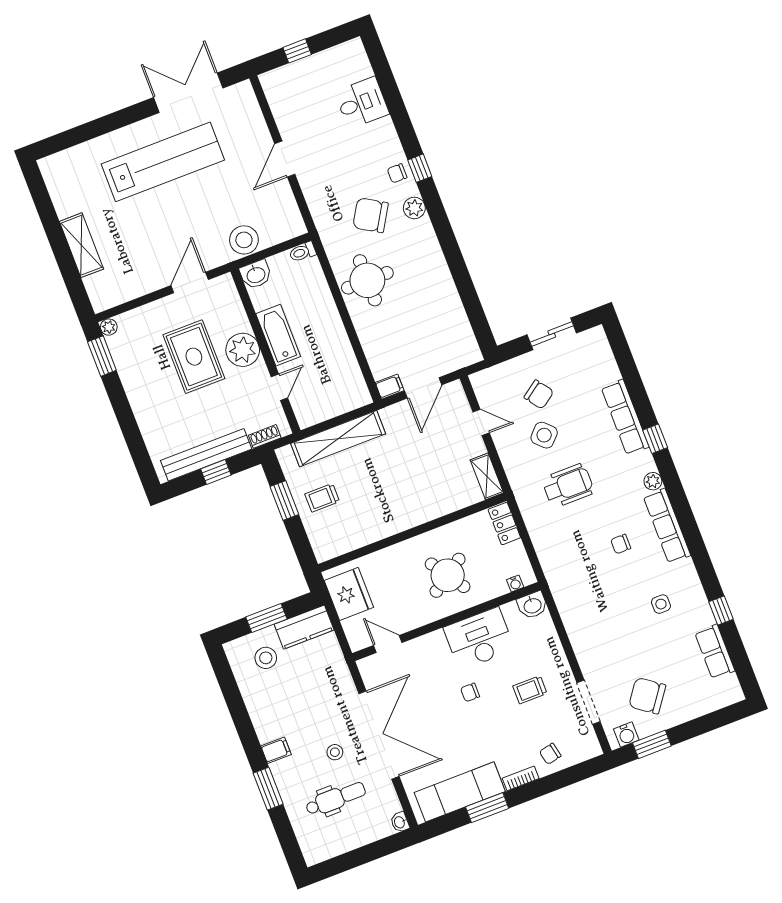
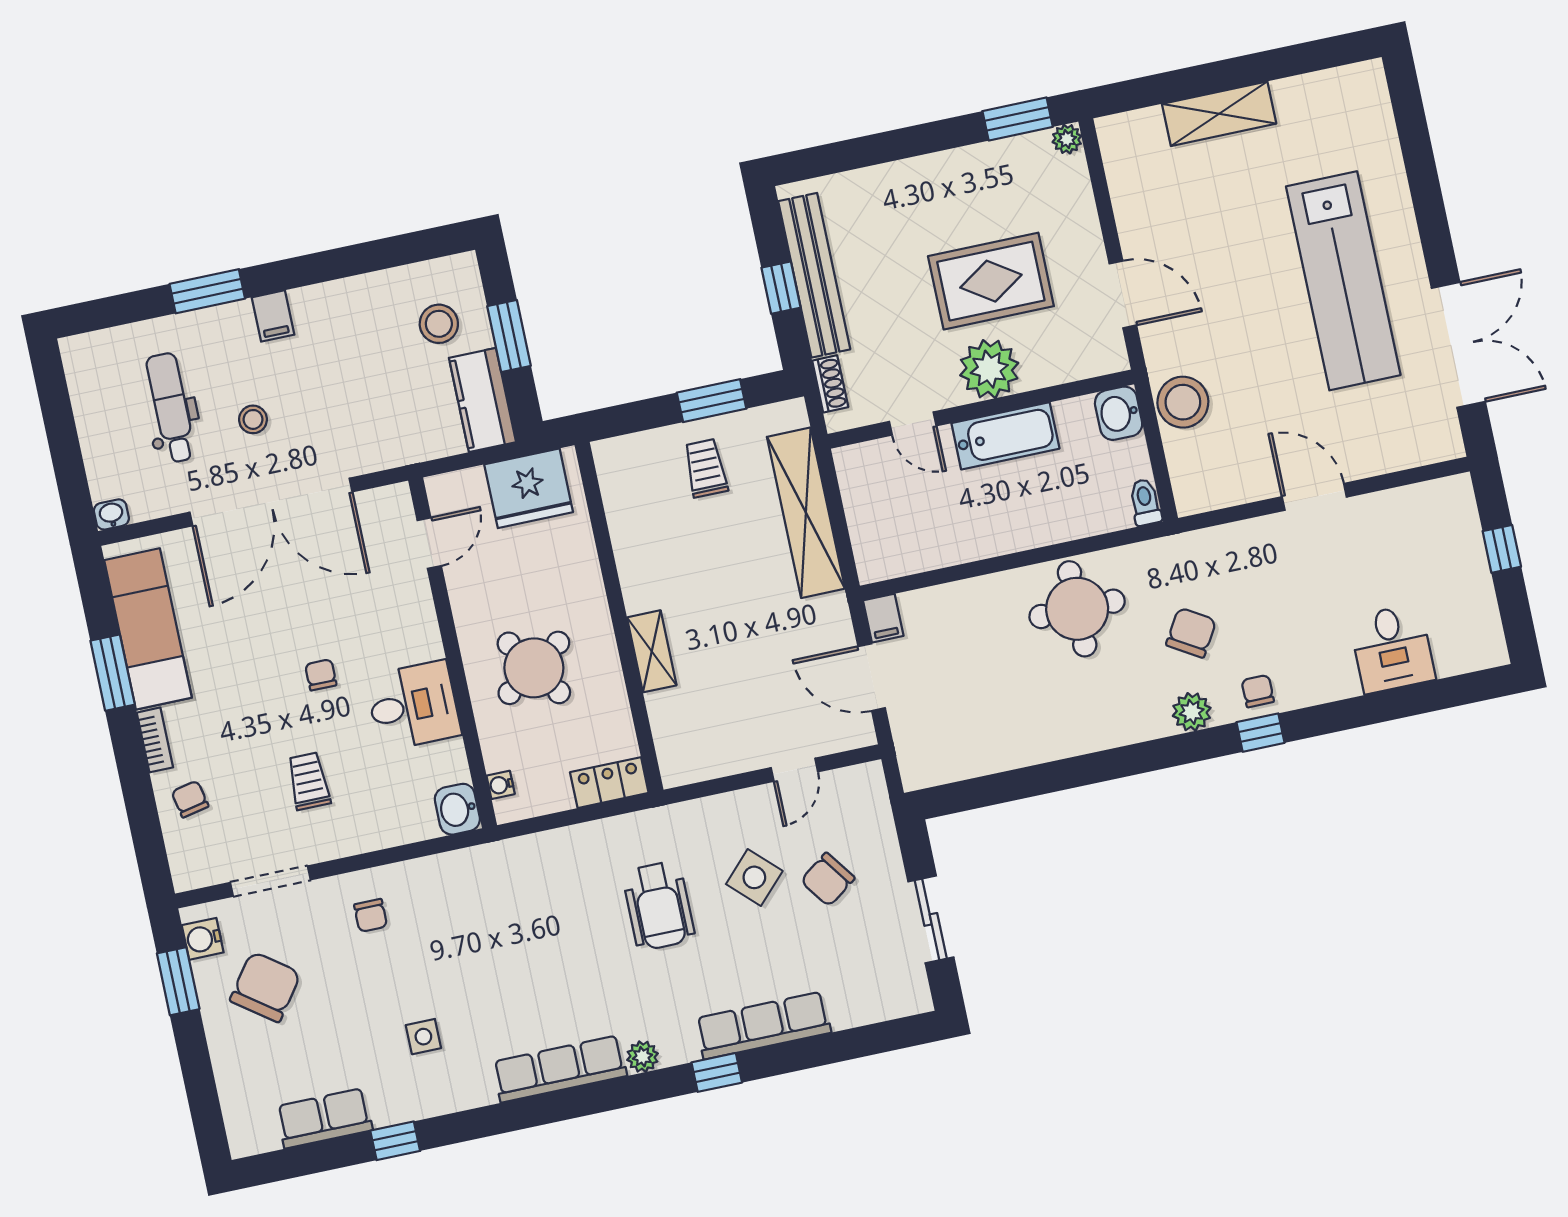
chair: (371, 215) -> (1191, 633), width x0.73, depth x0.73
shelving: (487, 476) -> (652, 651), moved, turned 90
chair: (621, 544) -> (371, 915), moved, turned 180
desk: (479, 639) -> (413, 706), width x0.73
dental chair: (336, 799) -> (171, 408), turned 180

